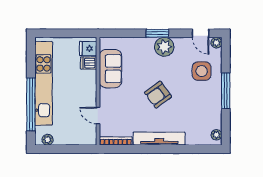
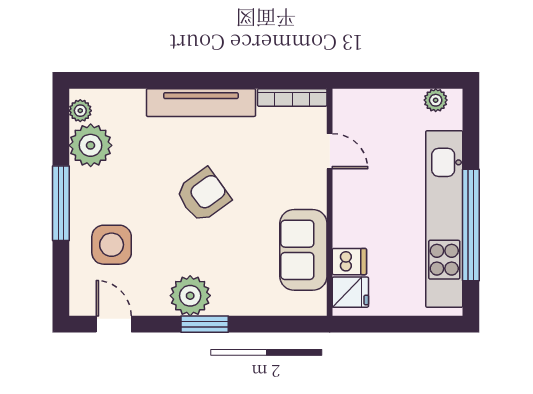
plant: (216, 43) -> (91, 145), moved, width x1.87, depth x1.87
window: (31, 104) -> (471, 225), moved

